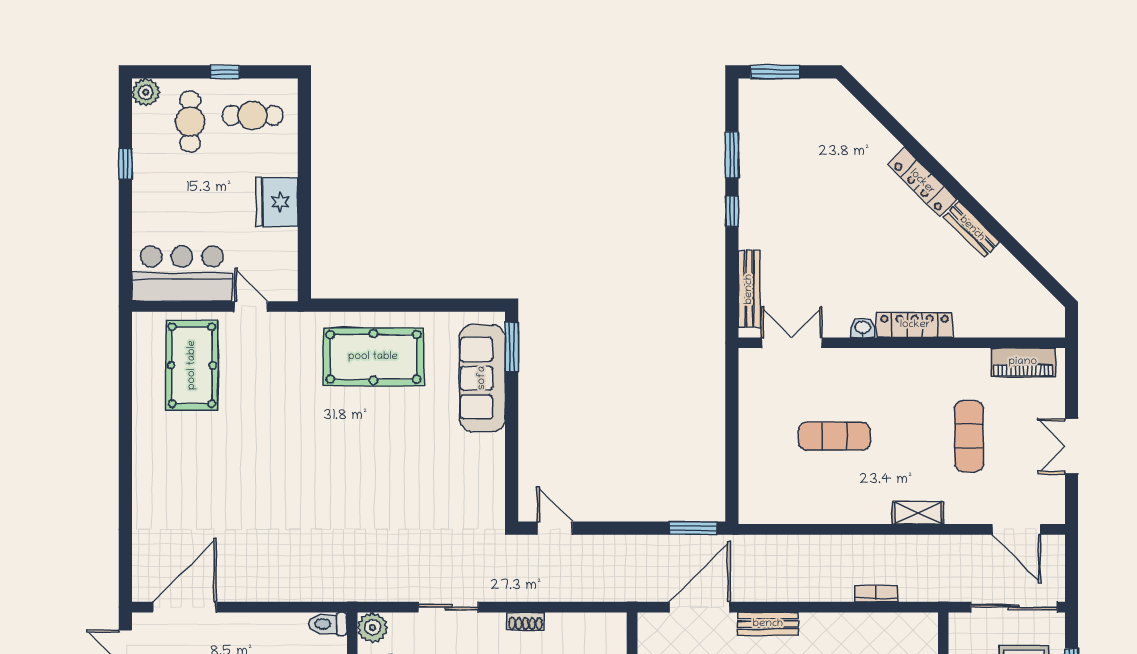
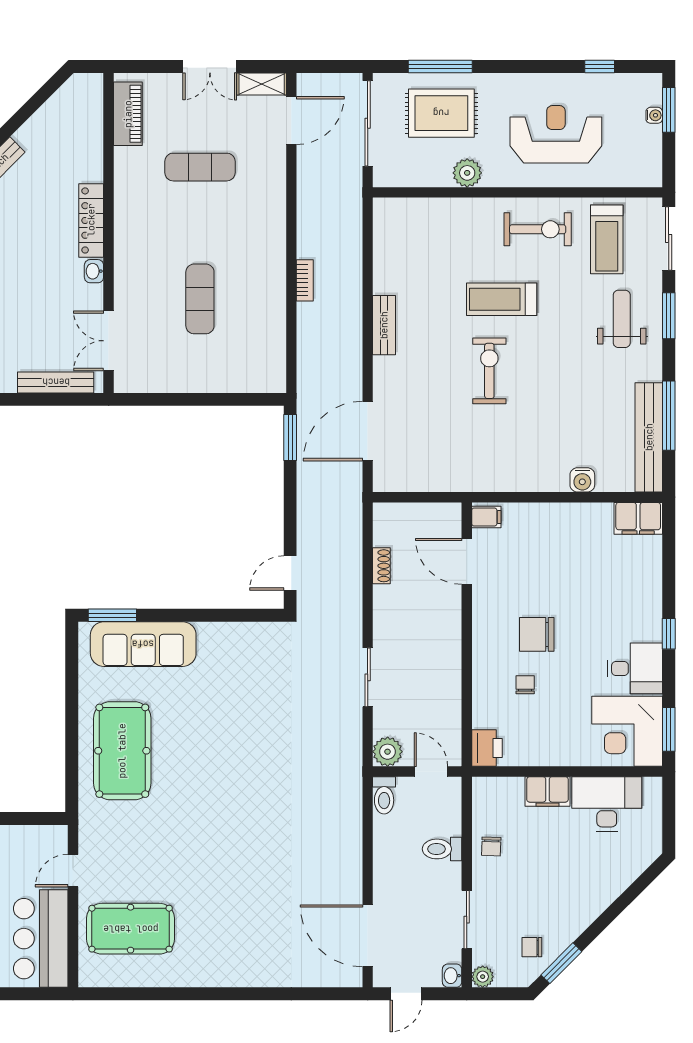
shelving: (918, 513) -> (262, 84), moved, turned 90
bookcase: (876, 593) -> (305, 280), moved, turned 180
door: (700, 607) -> (368, 431), hinge flipped
shoe rack: (526, 621) -> (381, 566), moved
bench: (768, 624) -> (384, 325), moved

